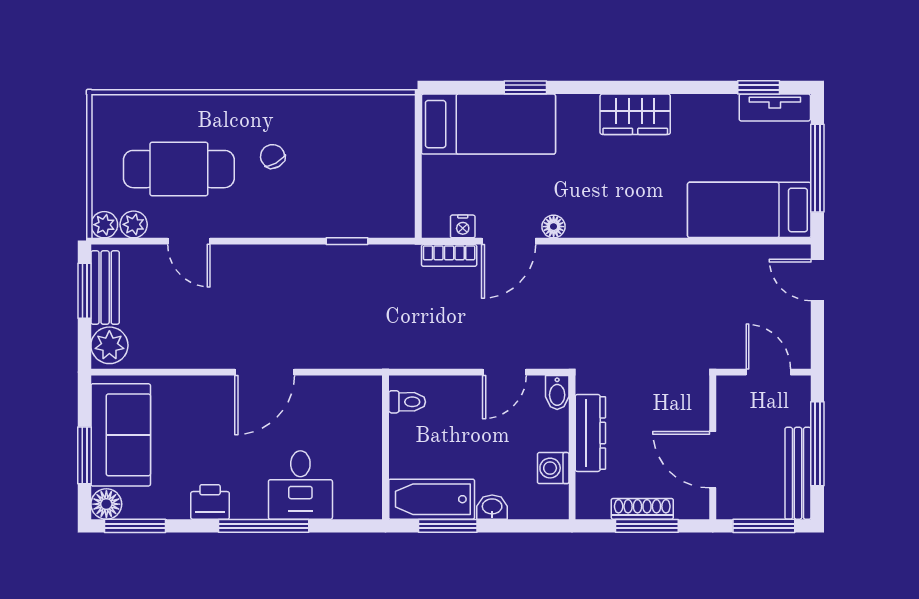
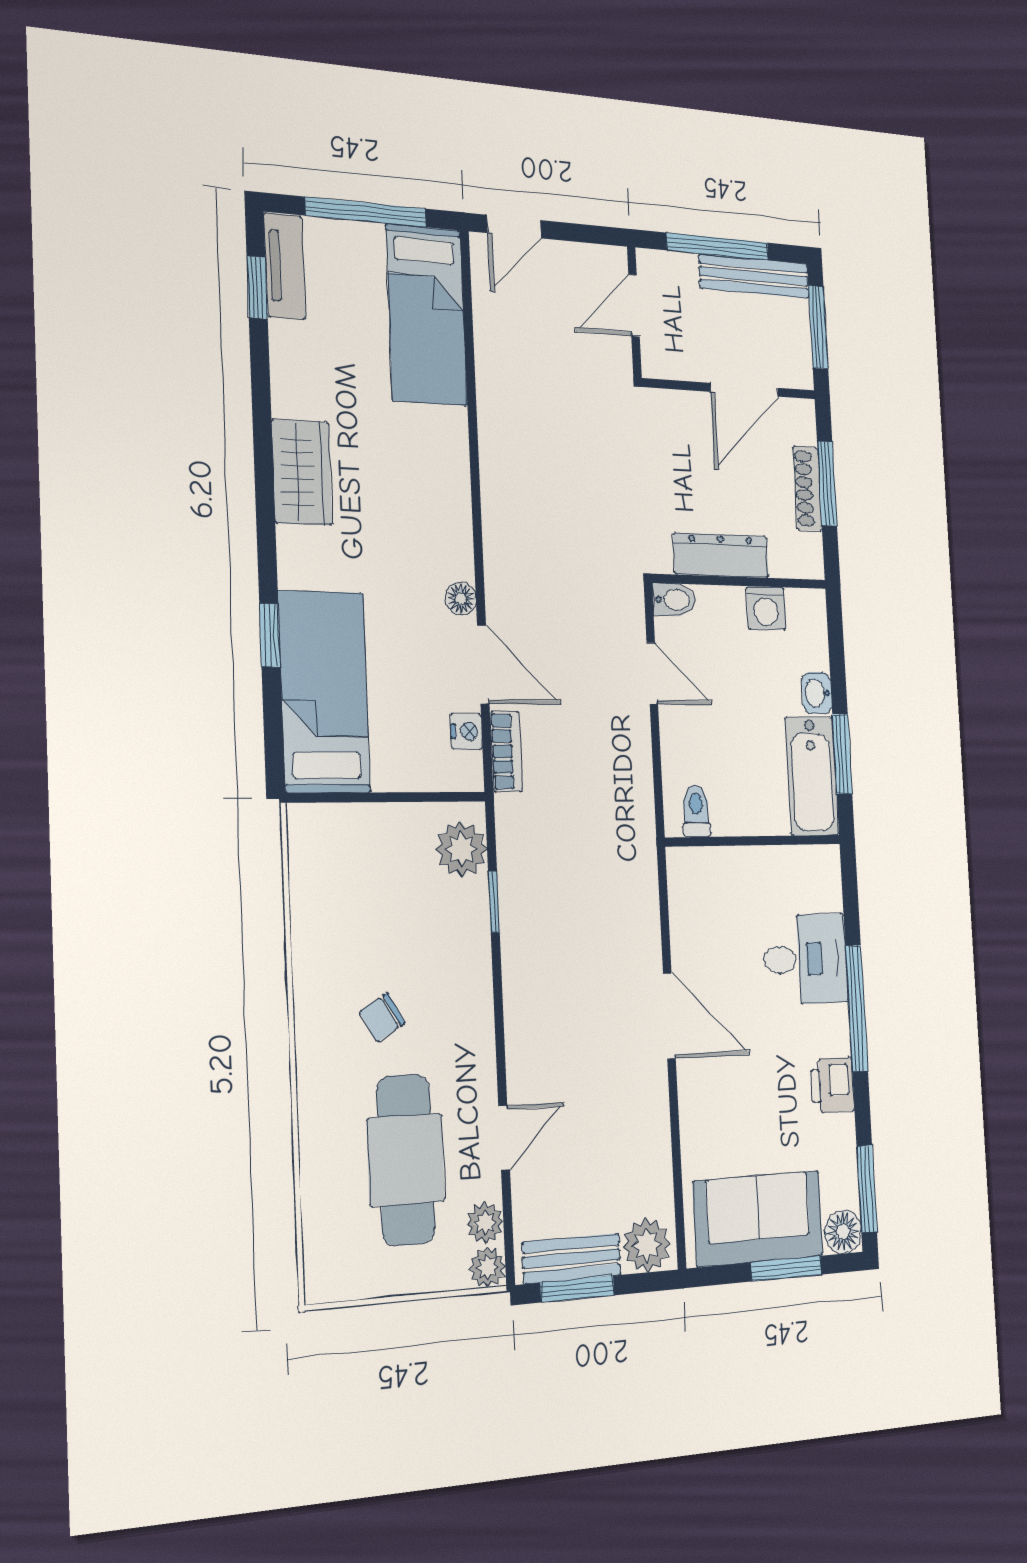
plant: (383, 219) -> (461, 849), added

